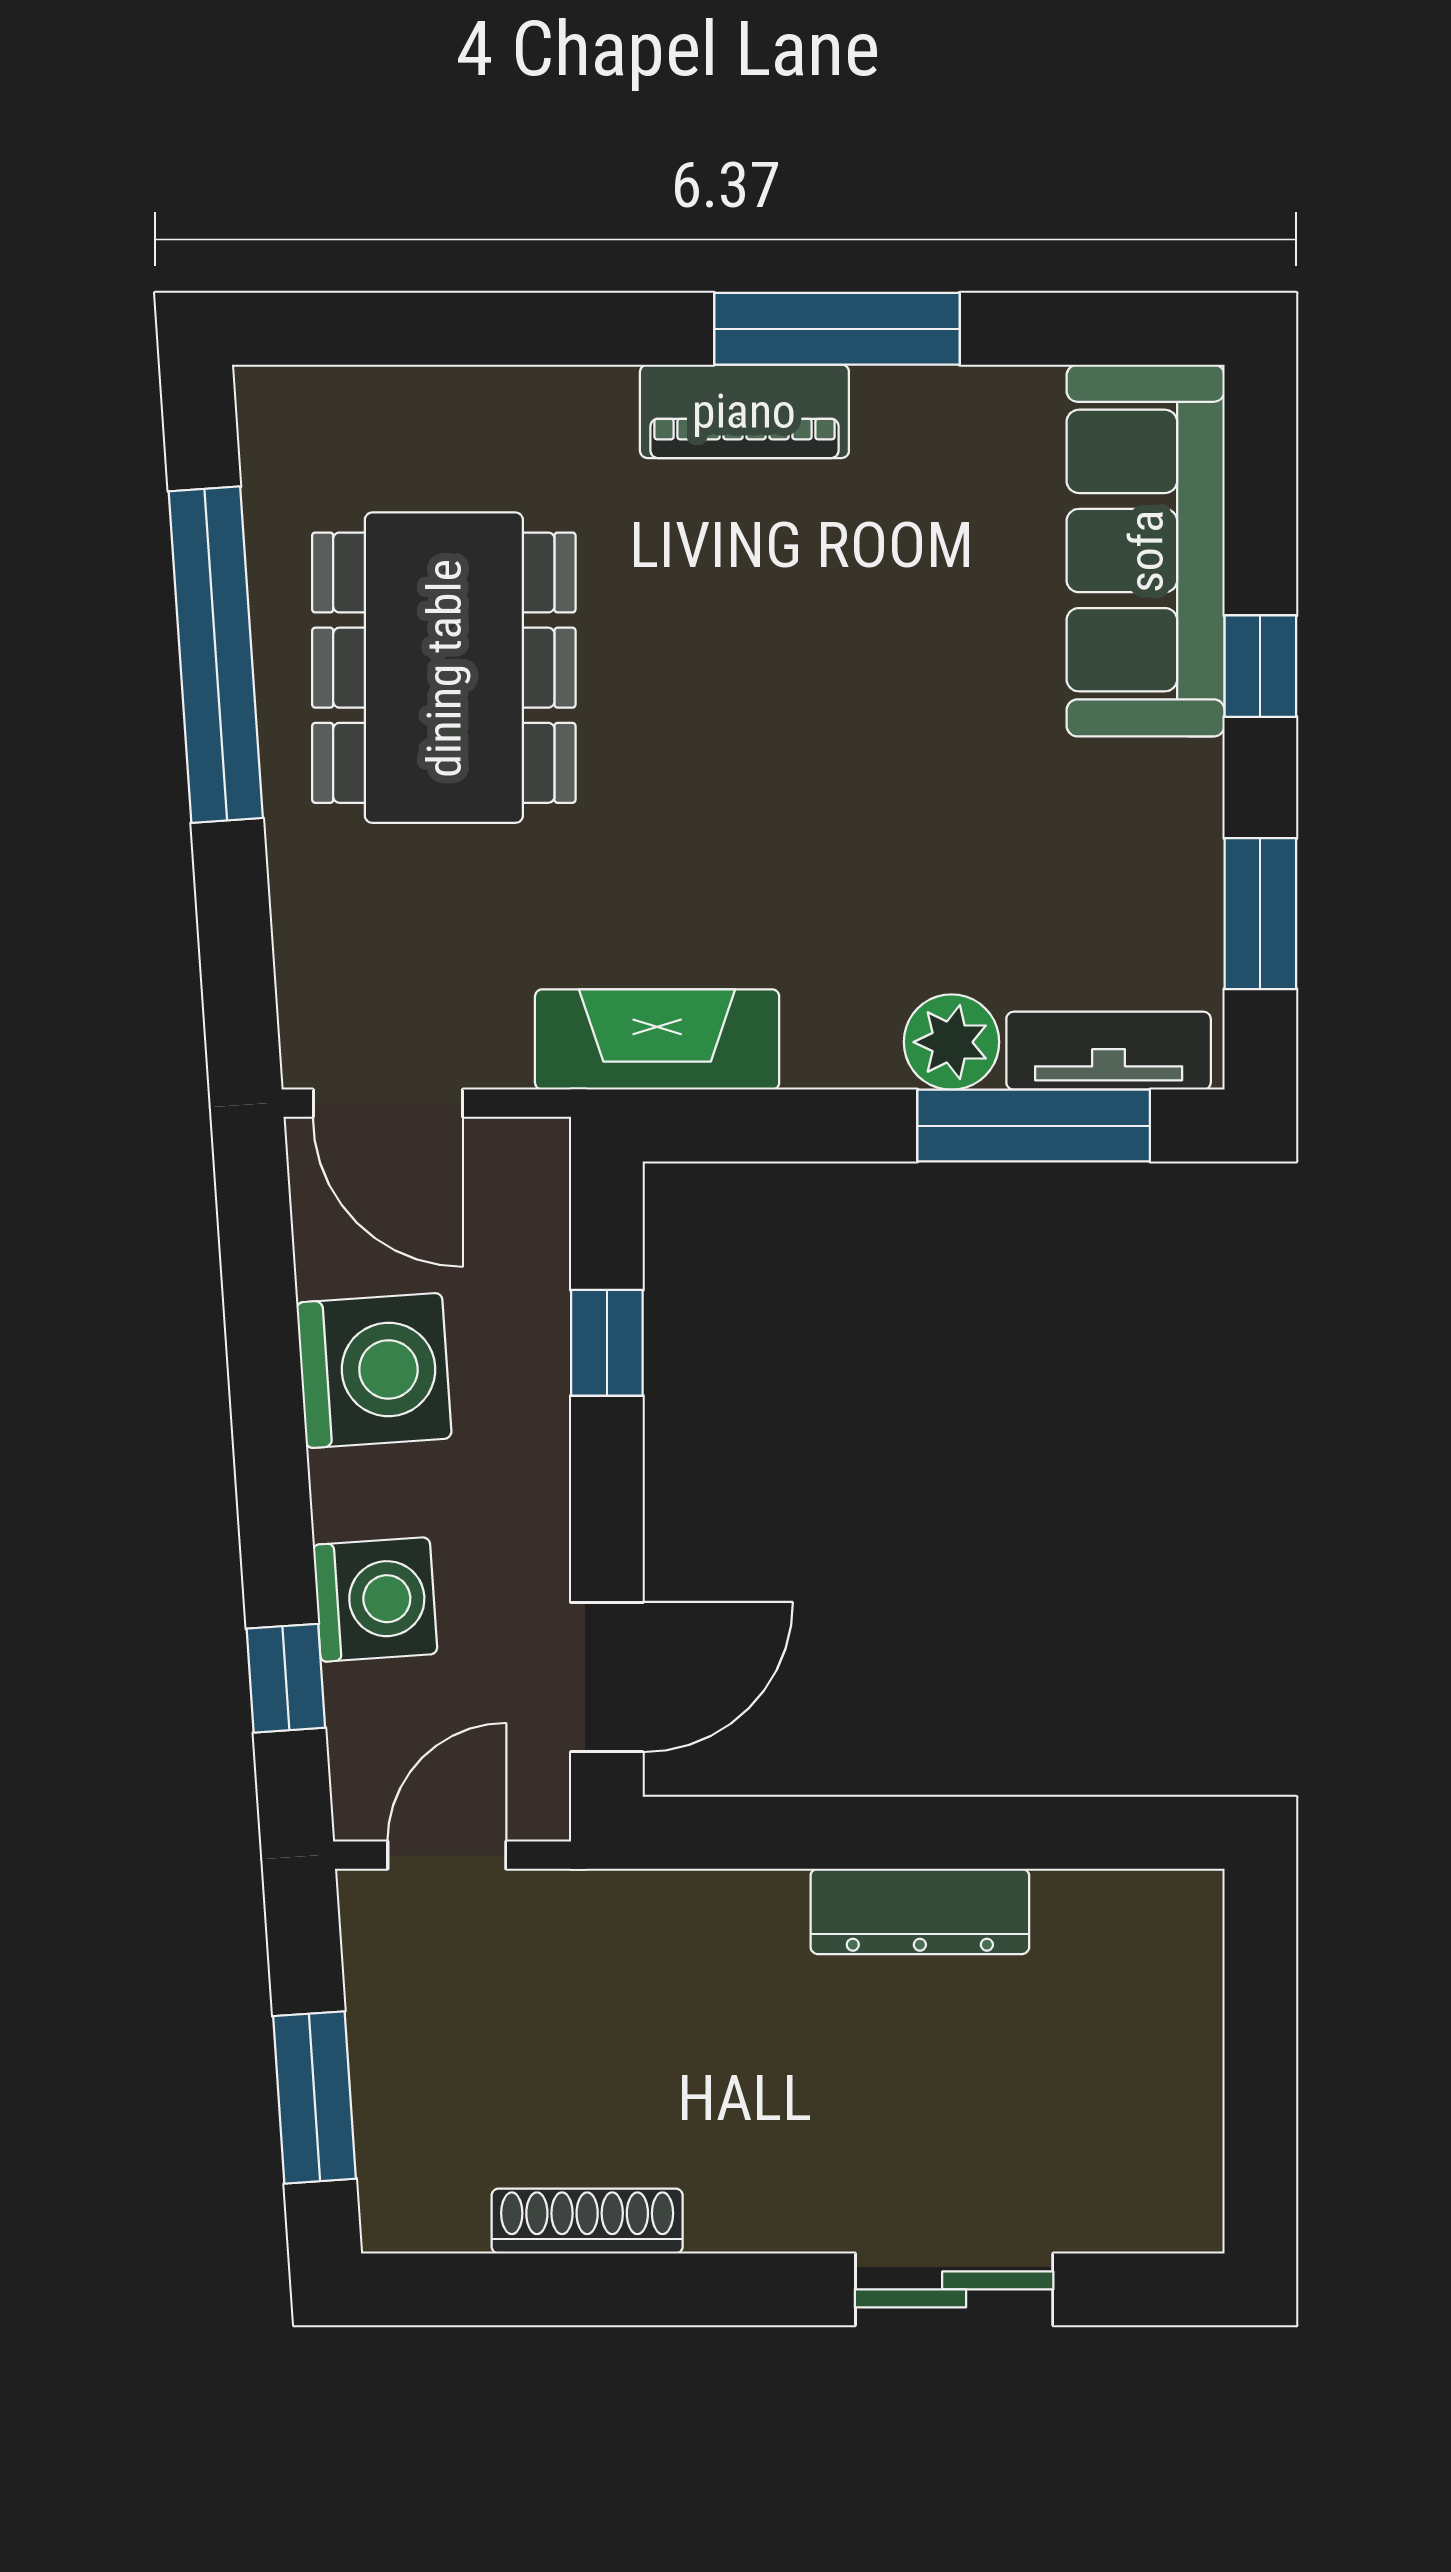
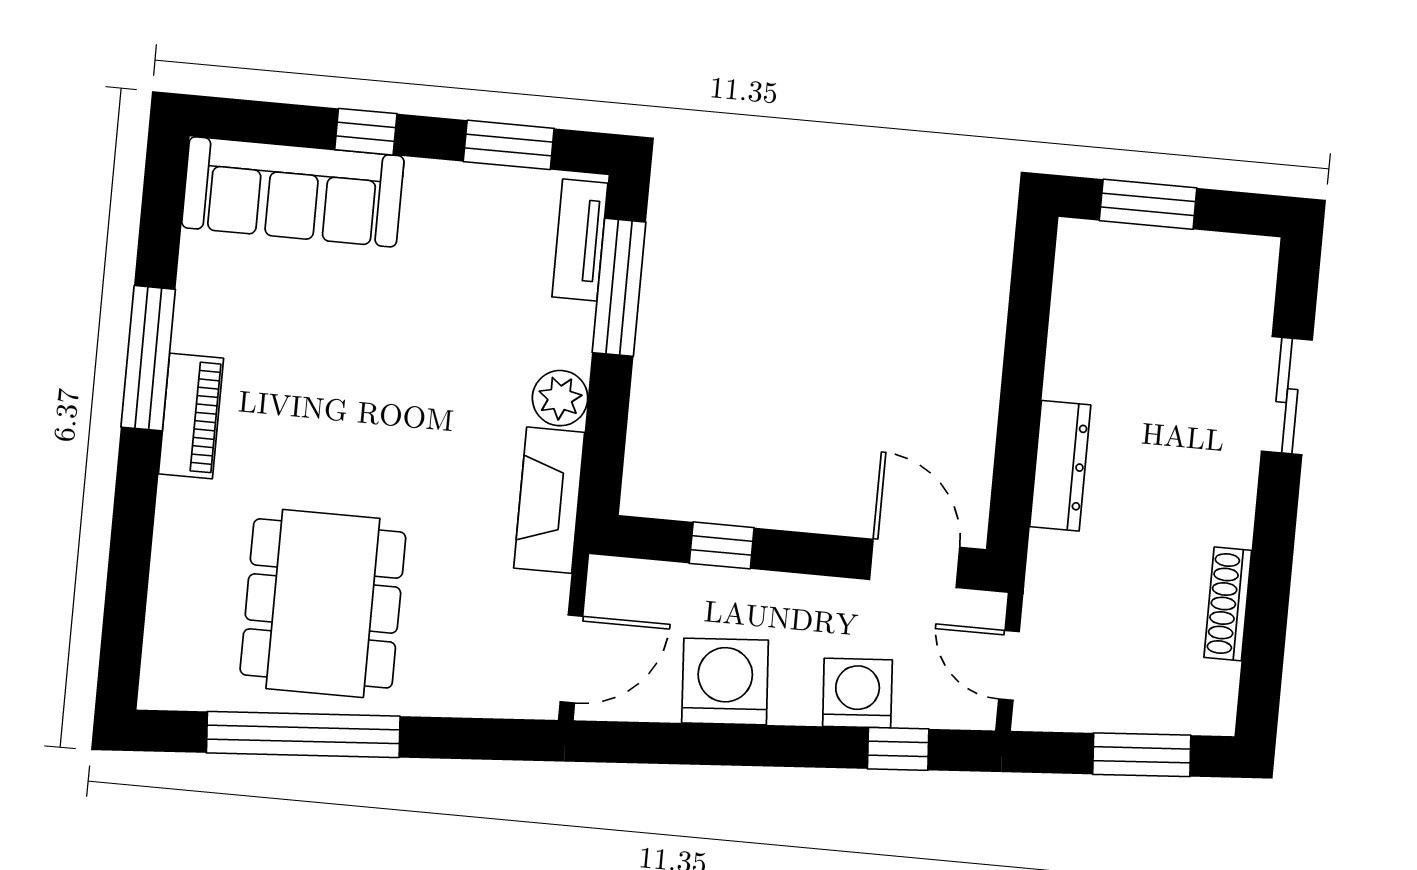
dining table: (444, 668) -> (323, 603), turned 90
plant: (951, 1042) -> (560, 398), moved
dresser: (920, 1911) -> (1060, 466), moved
window: (1260, 2021) -> (1148, 204), added

